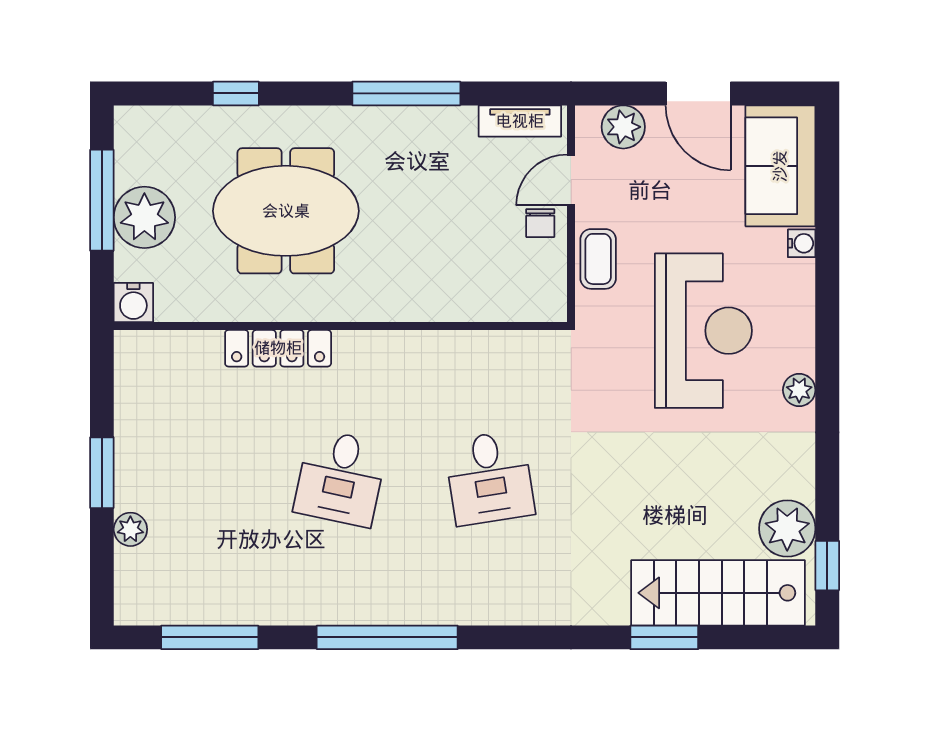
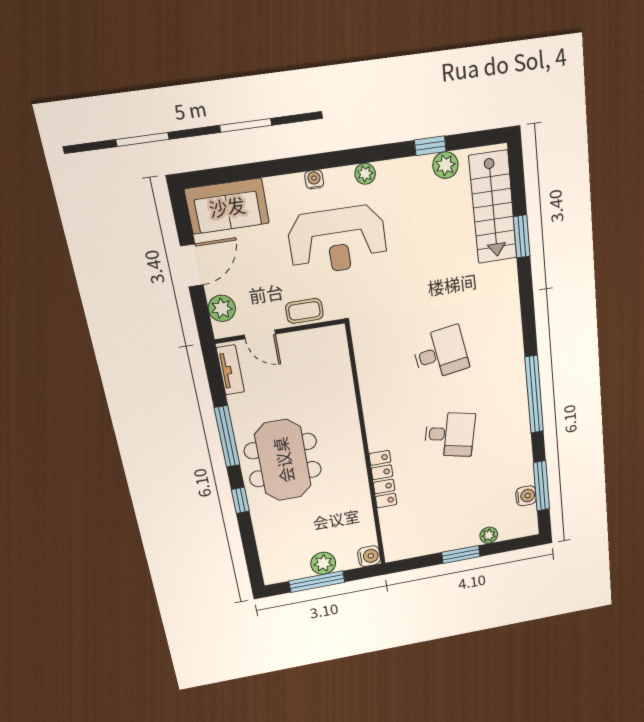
window: (236, 93) -> (240, 500), moved
meeting table: (286, 211) -> (283, 460), moved
plant: (144, 217) -> (323, 563), width x0.73, depth x0.73
chair: (540, 223) -> (289, 348), removed
water cooler: (802, 243) -> (314, 179), moved
reception desk: (703, 331) -> (338, 240), turned 180
plant: (787, 529) -> (445, 165), width x0.73, depth x0.73
window: (827, 566) -> (430, 146), moved
water cooler: (196, 607) -> (526, 496), added

